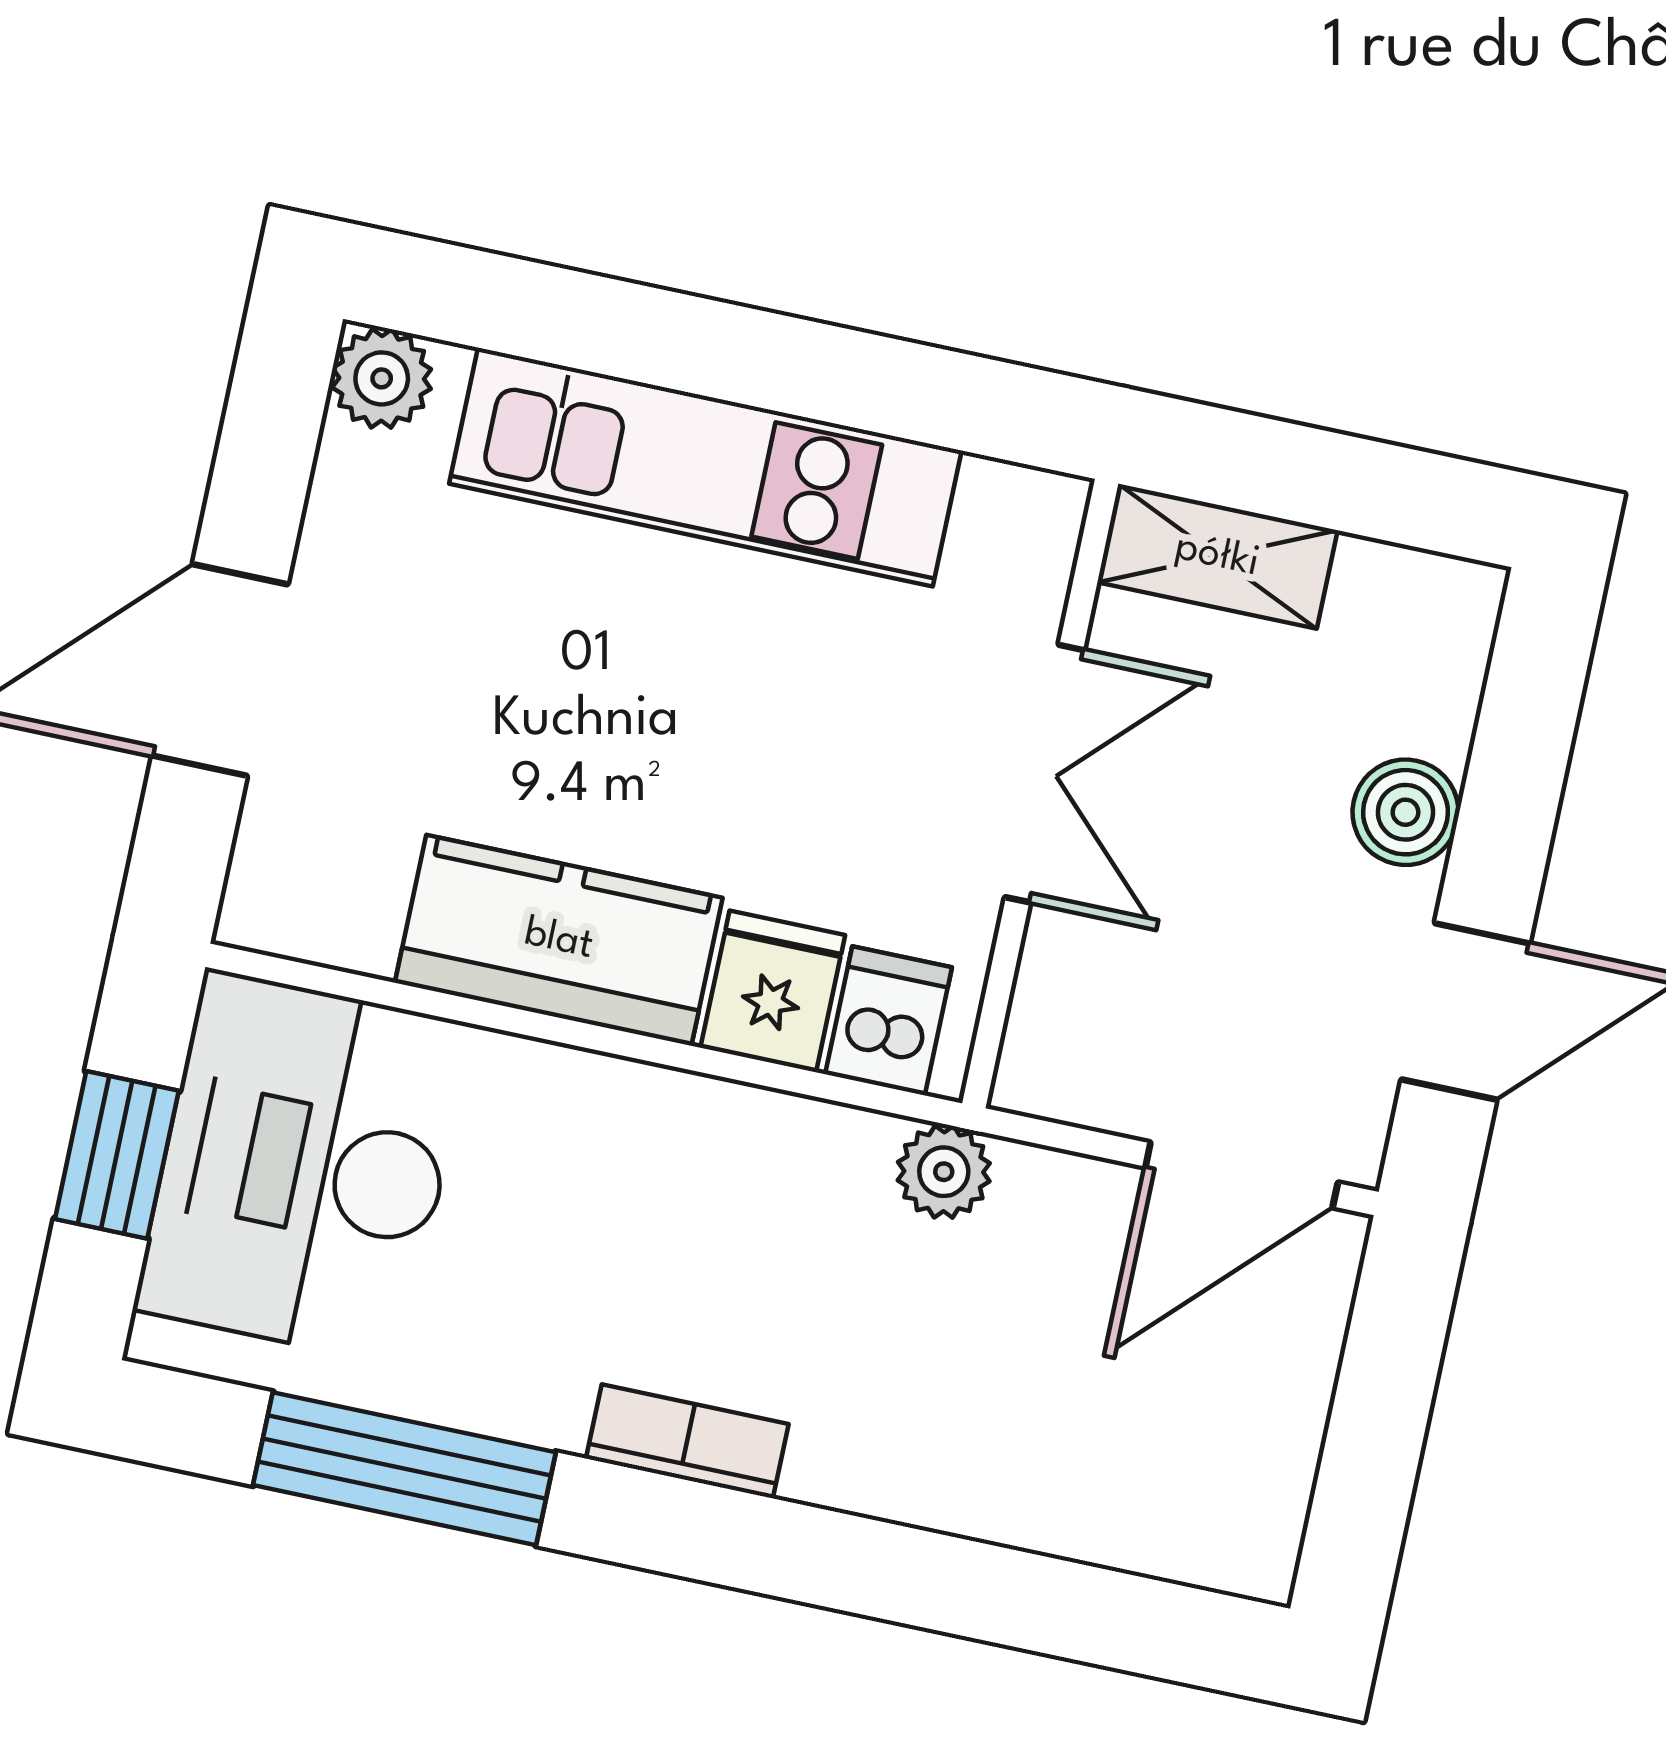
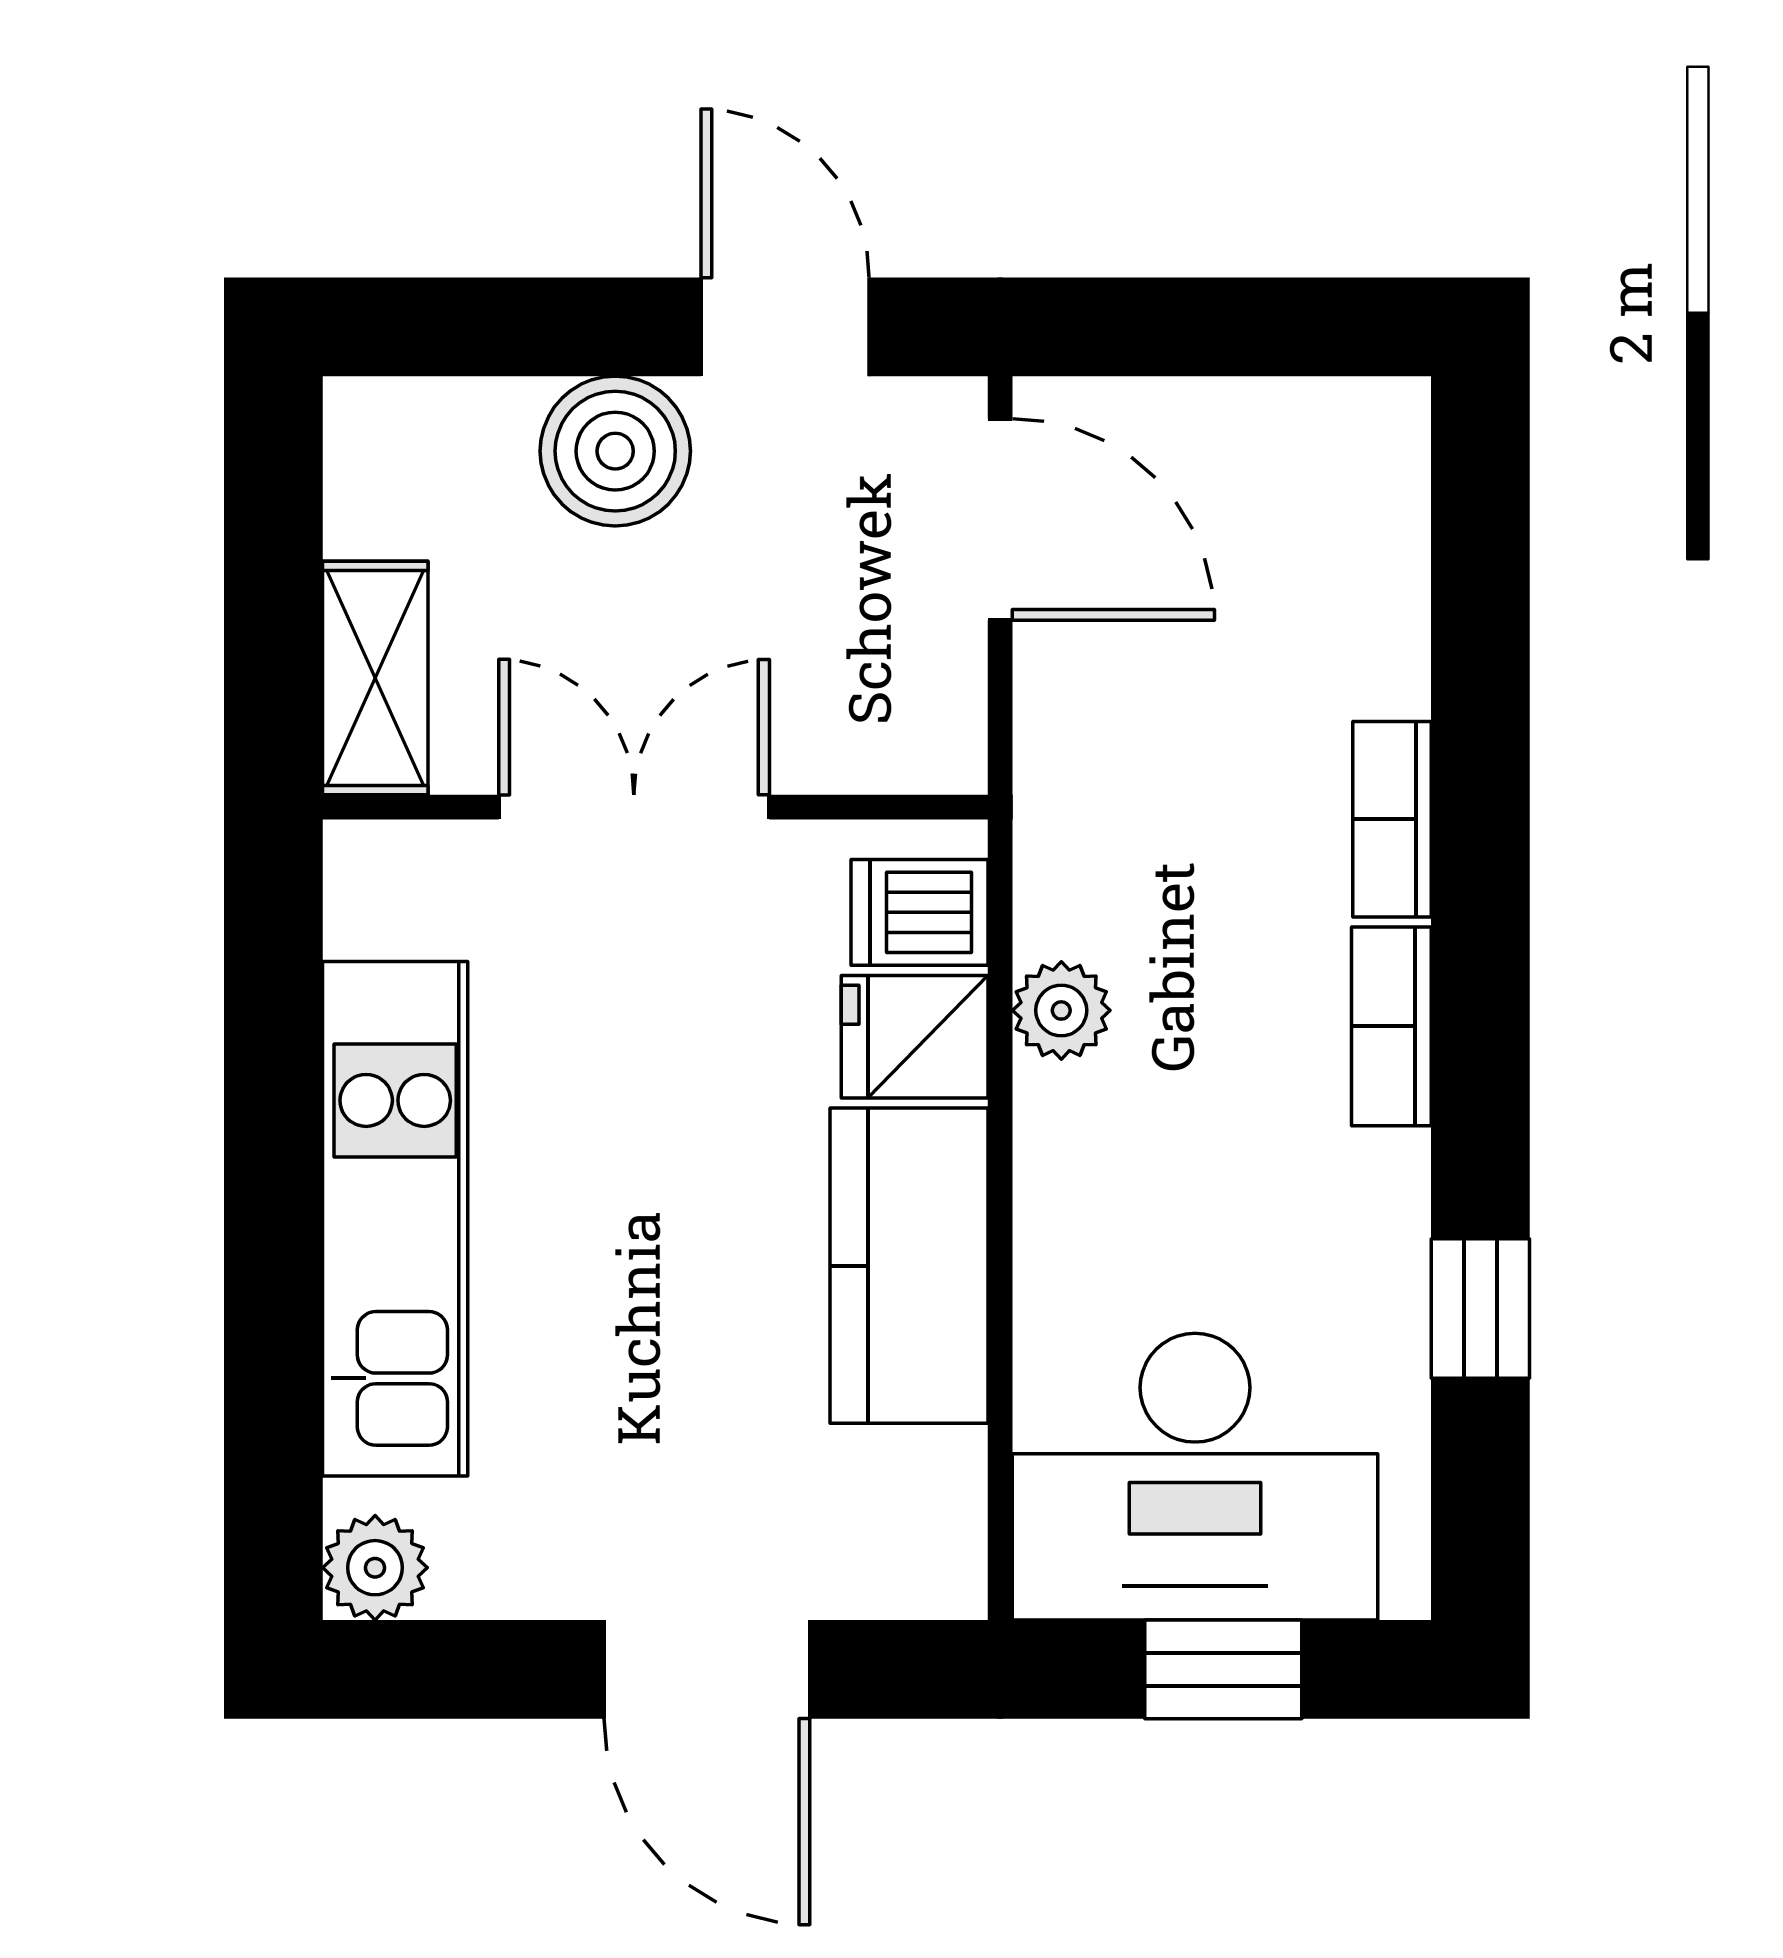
boiler: (1405, 812) -> (615, 451), width x1.36, depth x1.36
plant: (944, 1172) -> (1061, 1010), moved
window: (404, 1469) -> (1480, 1309), width x0.46
bookcase: (882, 1483) -> (1392, 819), added

